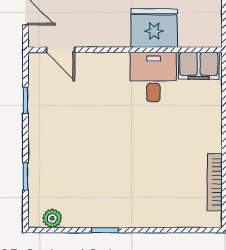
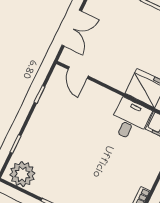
plant: (52, 218) -> (22, 174), width x1.88, depth x1.88

